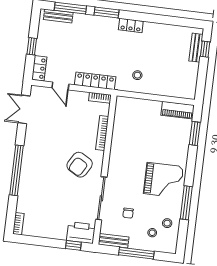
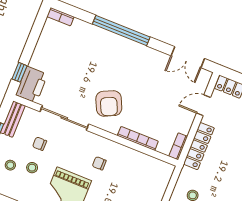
double door: (24, 109) -> (188, 57), swing flipped
chair: (131, 159) -> (99, 163), added
armchair: (80, 165) -> (109, 103), turned -145
stool: (167, 223) -> (32, 168), moved

